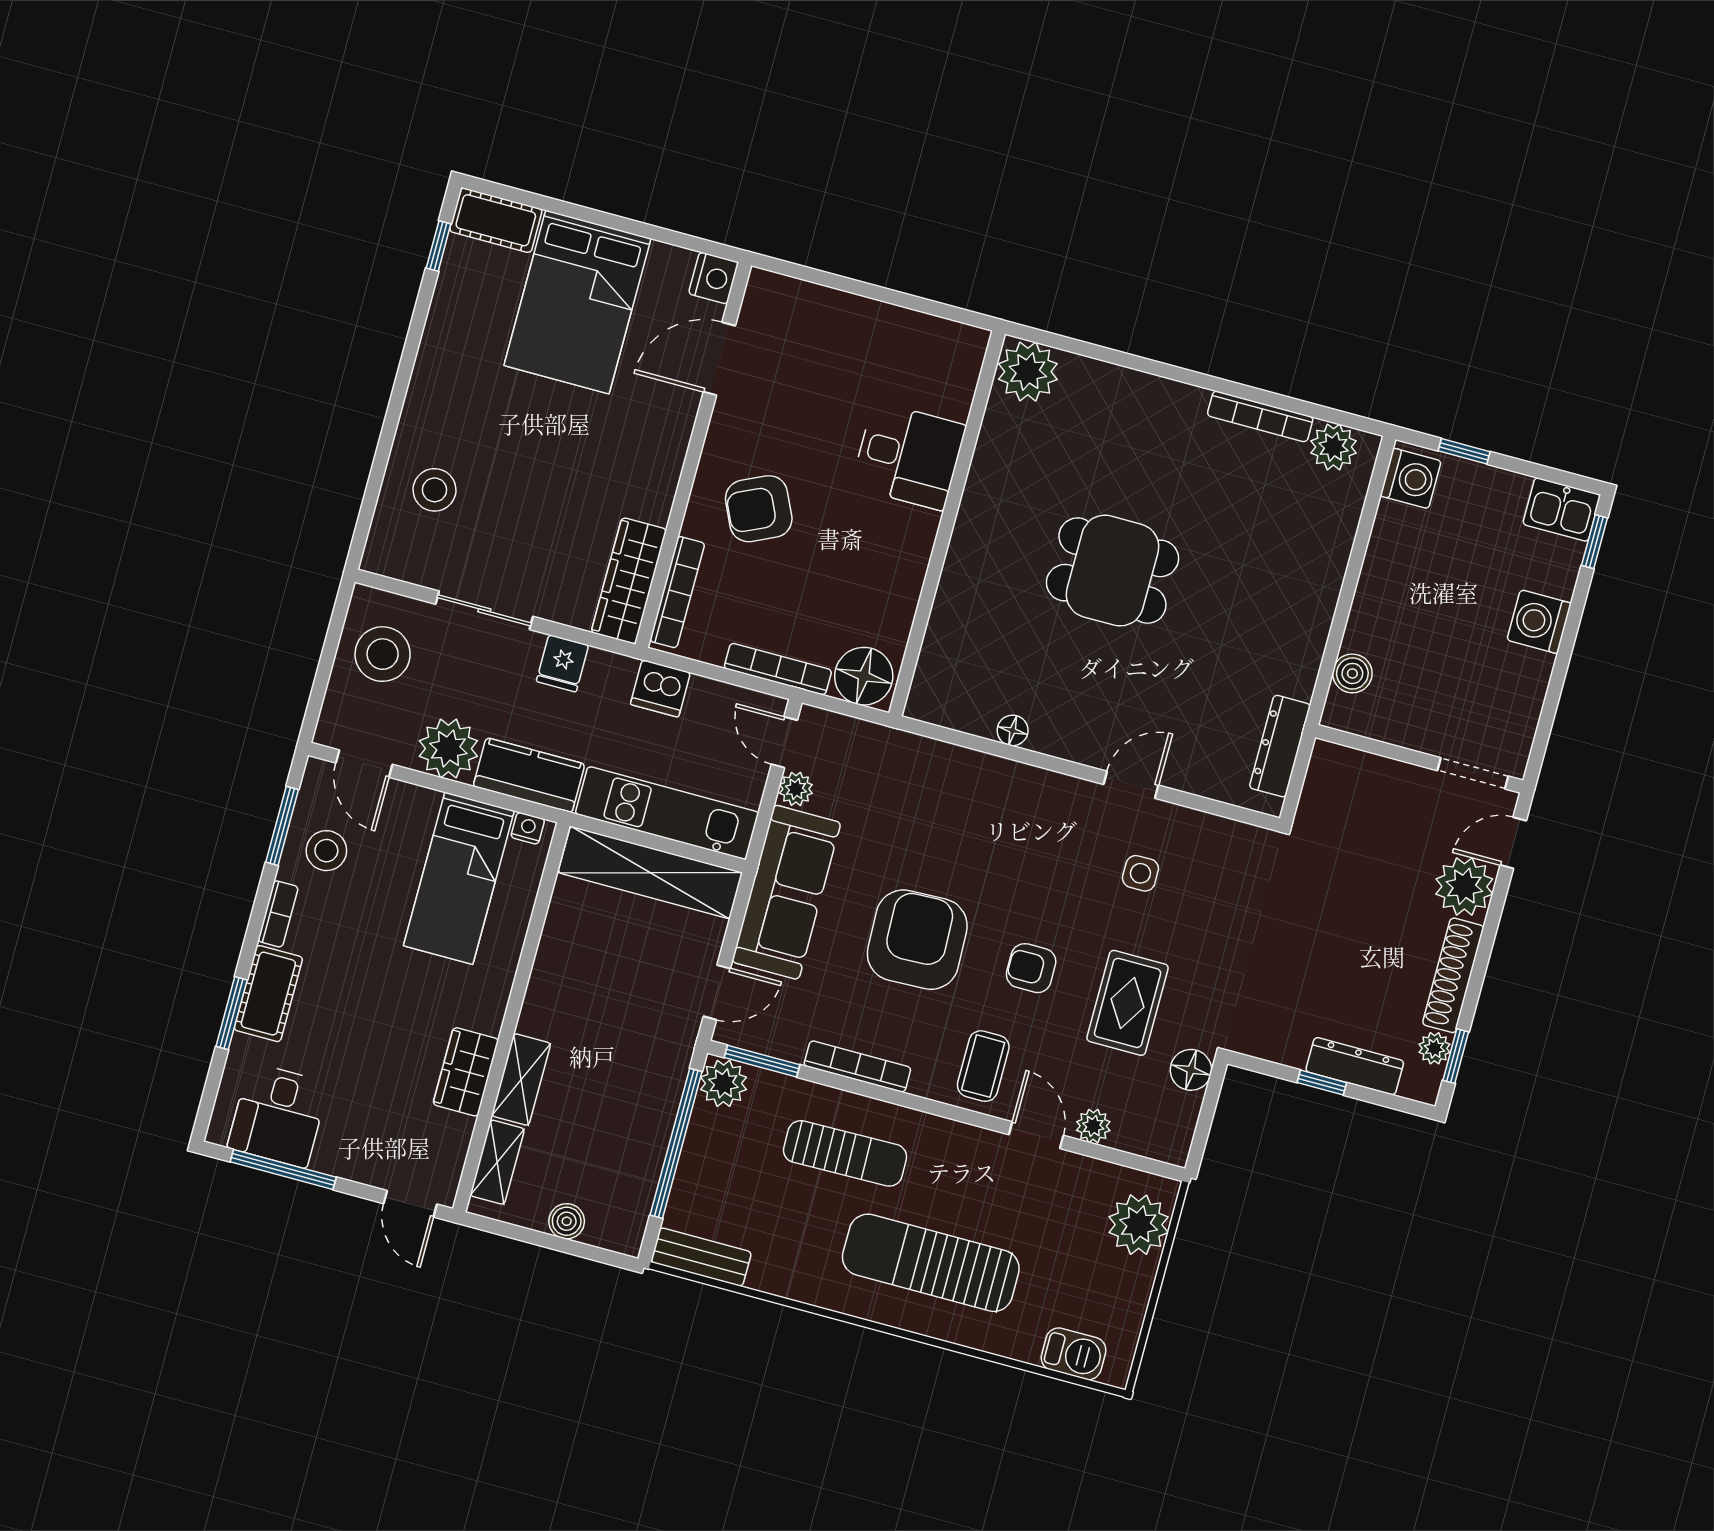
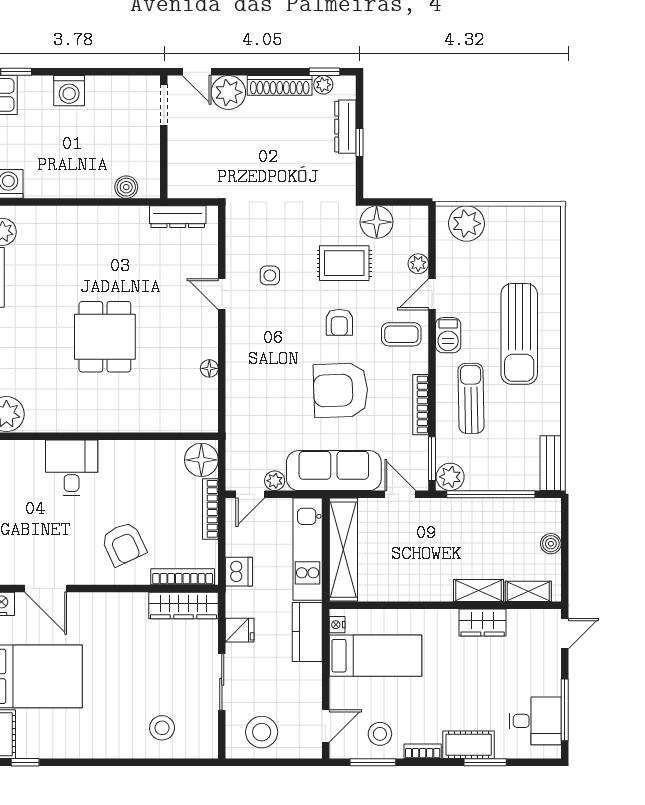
plant: (448, 748) -> (304, 681), removed
floor lamp: (1191, 1070) -> (377, 222), width x1.38, depth x1.38
barbecue: (1074, 1354) -> (448, 335), moved, turned 180

